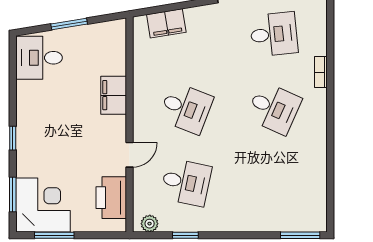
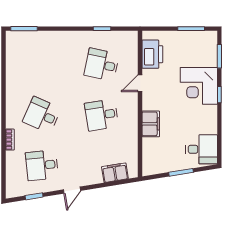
desk: (186, 108) -> (102, 115), turned -30
corner desk: (43, 205) -> (199, 86), moved
plant: (150, 224) -> (126, 37), removed

